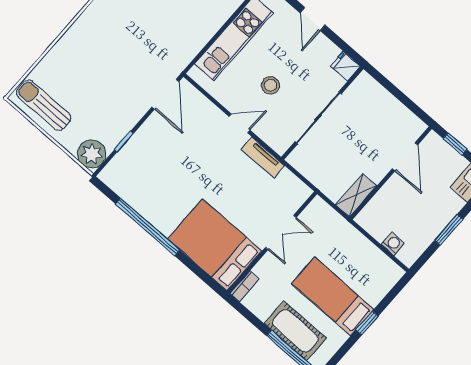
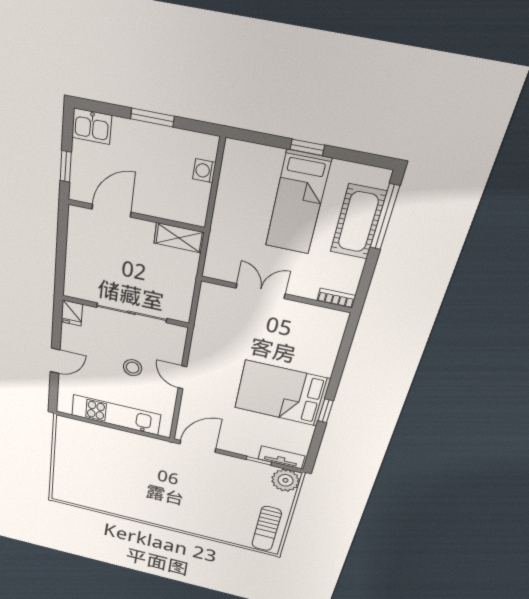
tv unit: (263, 158) -> (281, 457), moved, turned -90
window: (148, 227) -> (326, 411), width x0.32
bed: (215, 245) -> (282, 393), moved, turned 90

